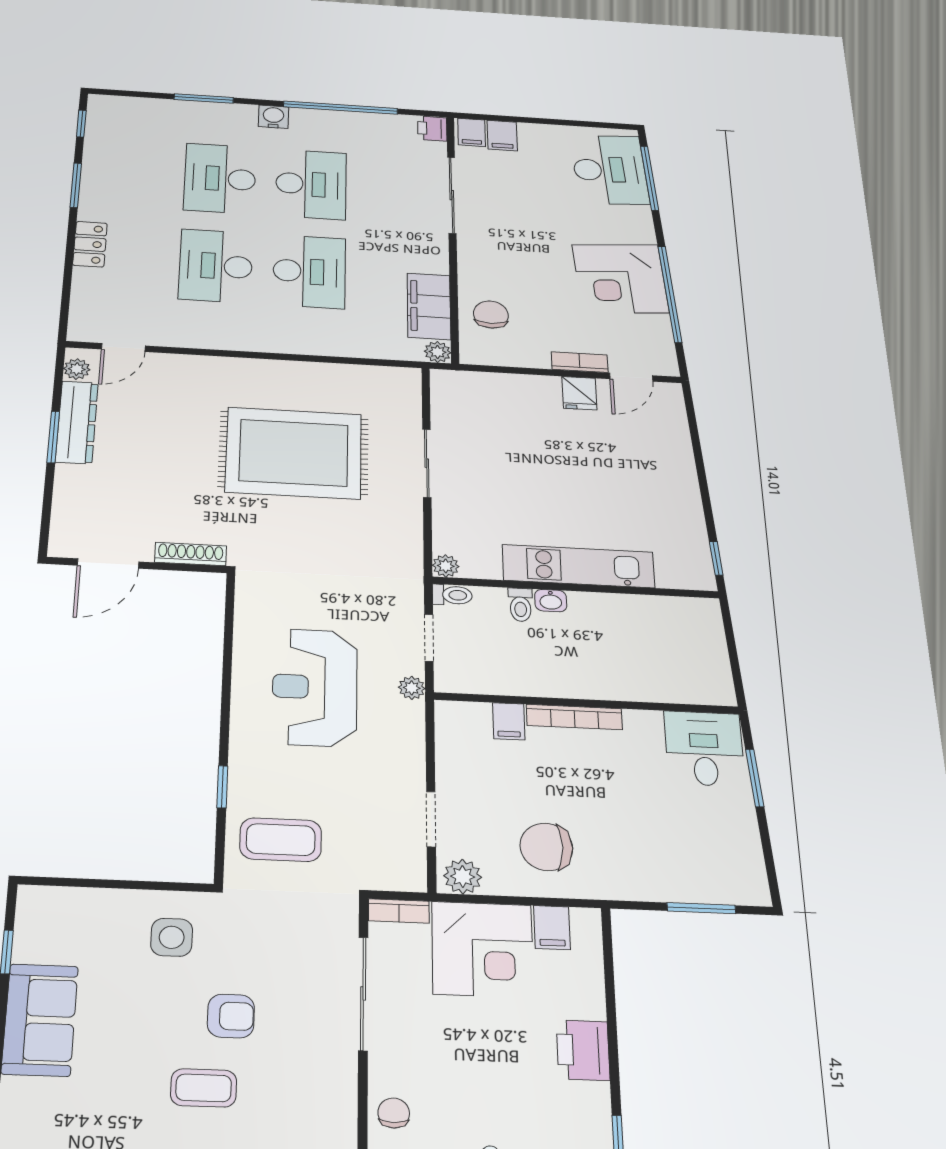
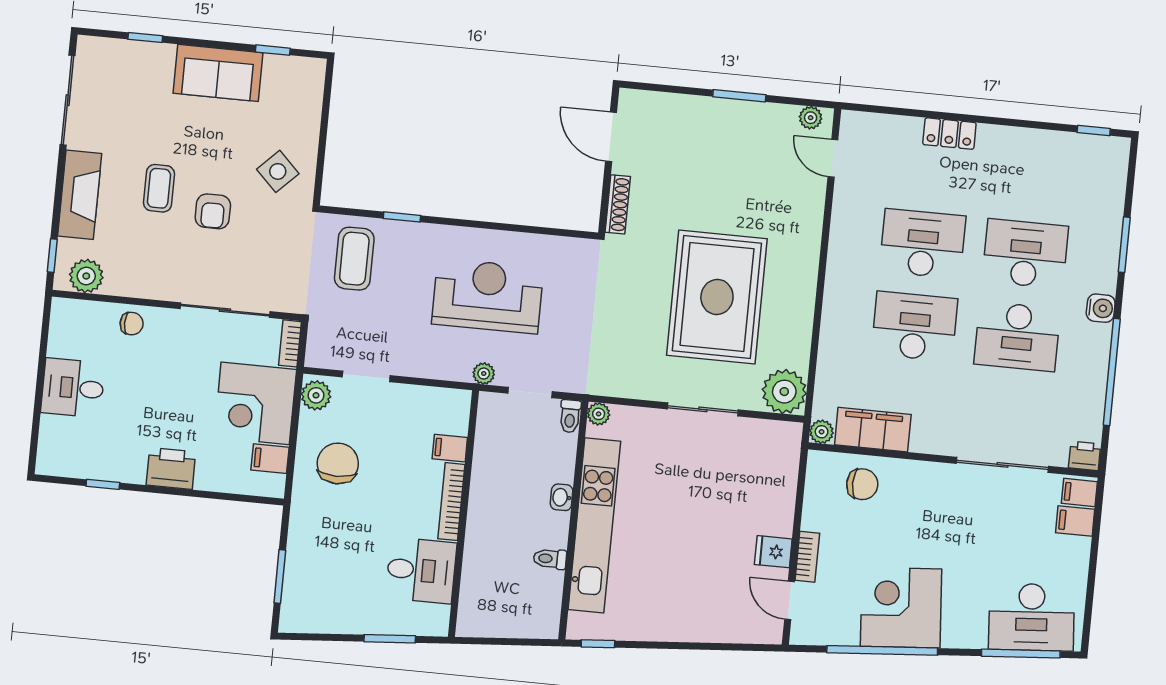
window: (76, 185) -> (1019, 123), removed
desk: (309, 272) -> (914, 326), turned 180
plant: (396, 387) -> (784, 392), added
dresser: (77, 422) -> (754, 116), removed
kitchen unit: (579, 566) -> (594, 525), width x1.36
toilet: (520, 605) -> (550, 559), moved
desk: (704, 749) -> (421, 570), moved
side table: (172, 937) -> (278, 171), turned 45

